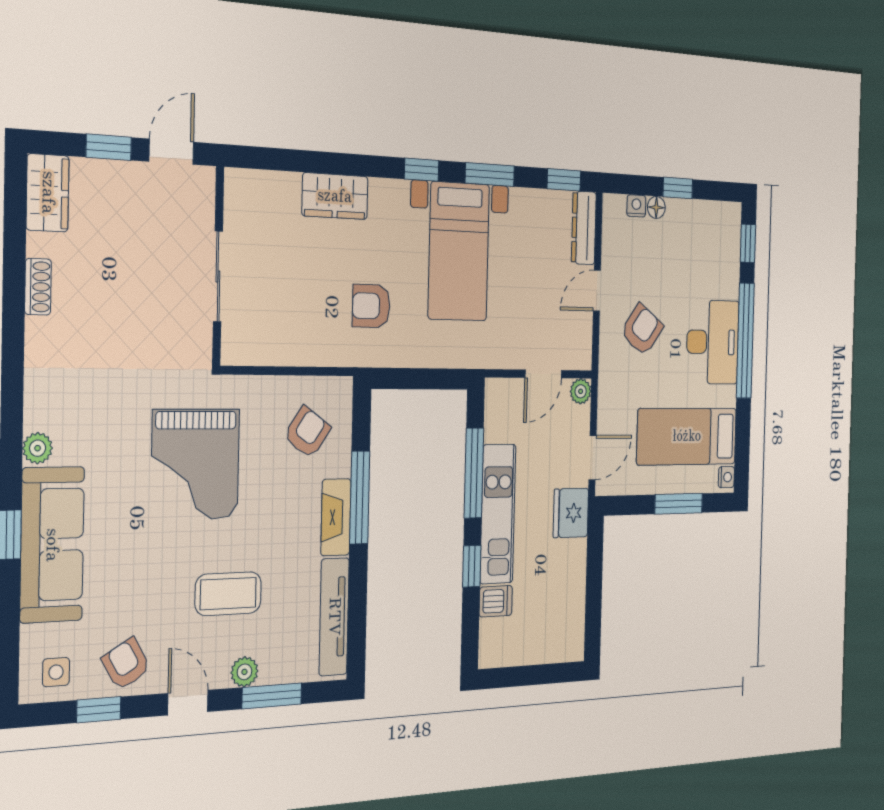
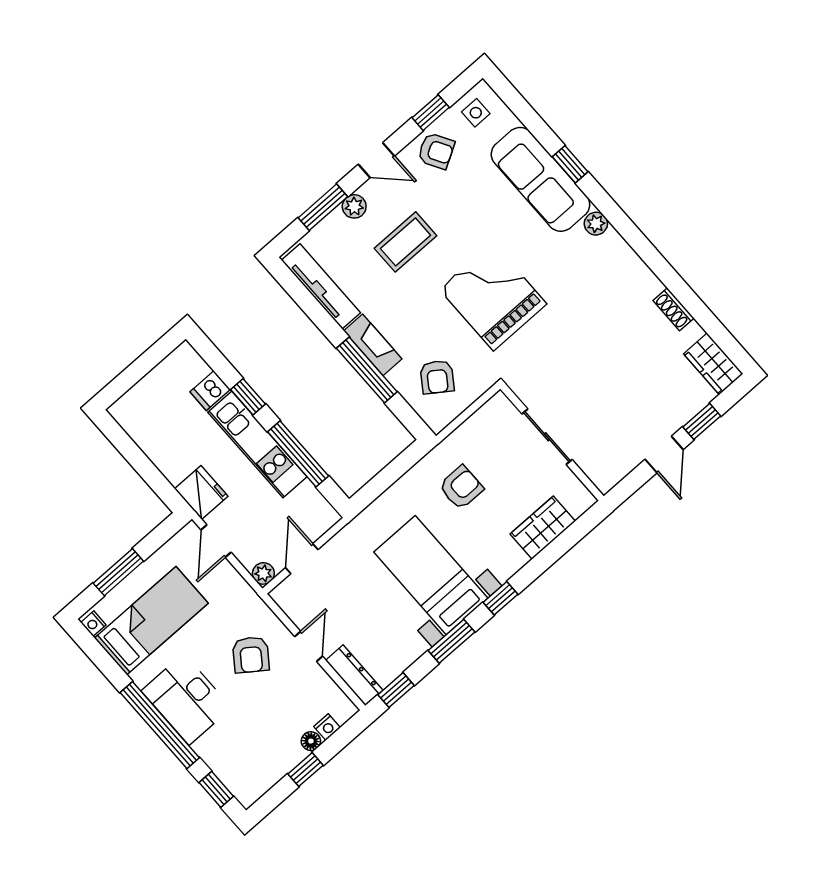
wall: (218, 266) -> (552, 442), moved
sliding door: (218, 276) -> (547, 437), moved

